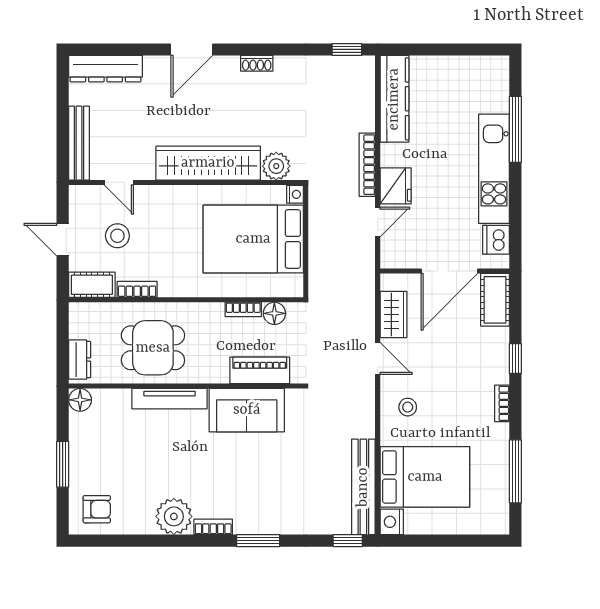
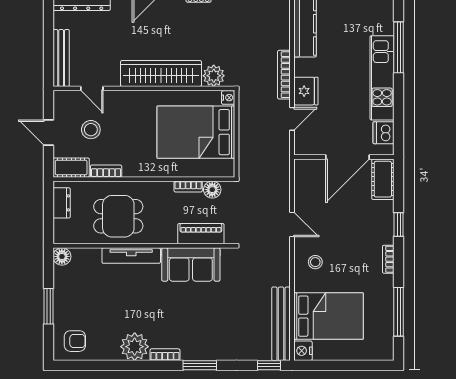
wardrobe: (393, 314) -> (304, 190), removed
dresser: (80, 360) -> (62, 203), moved

